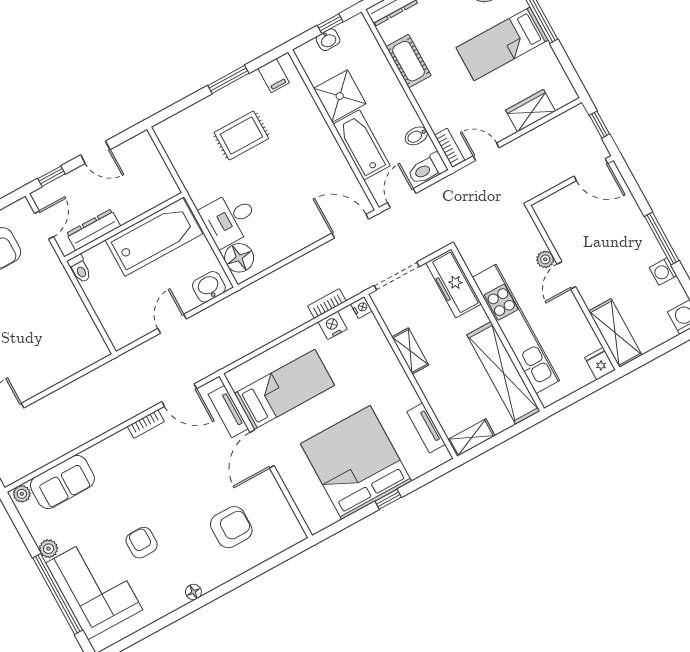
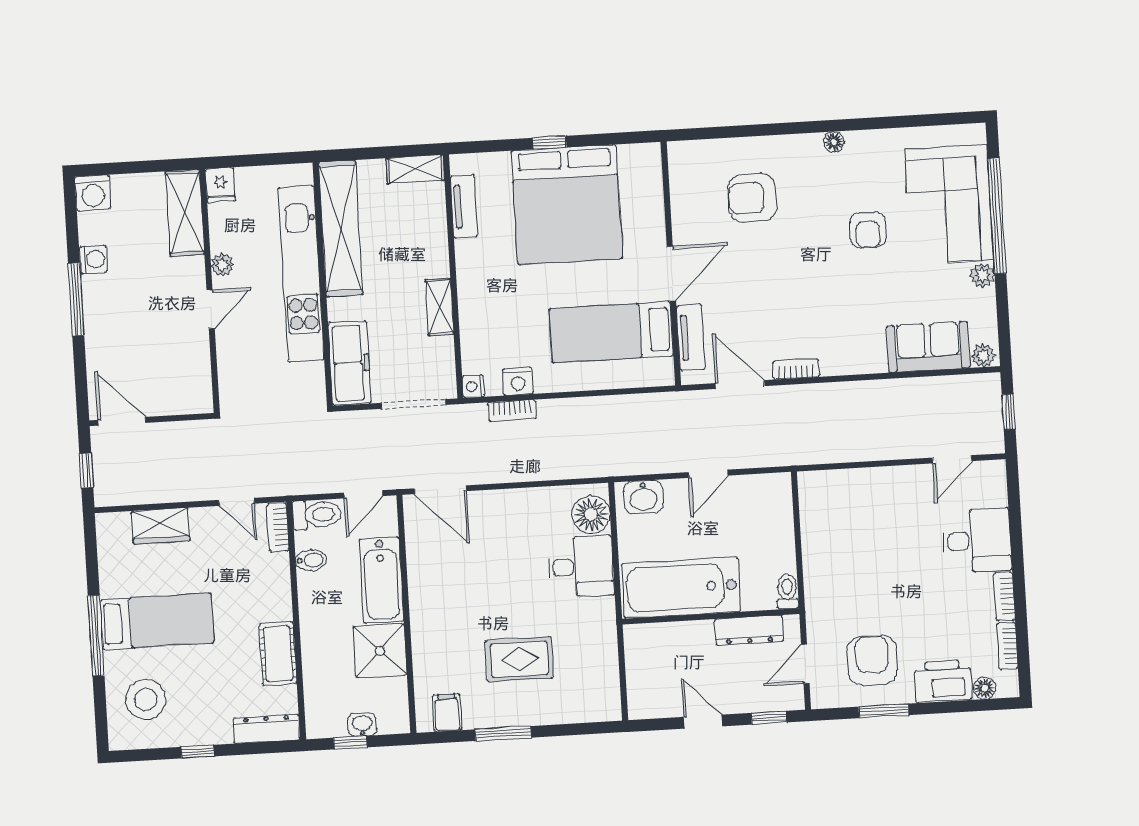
plant: (545, 259) -> (222, 265), moved

